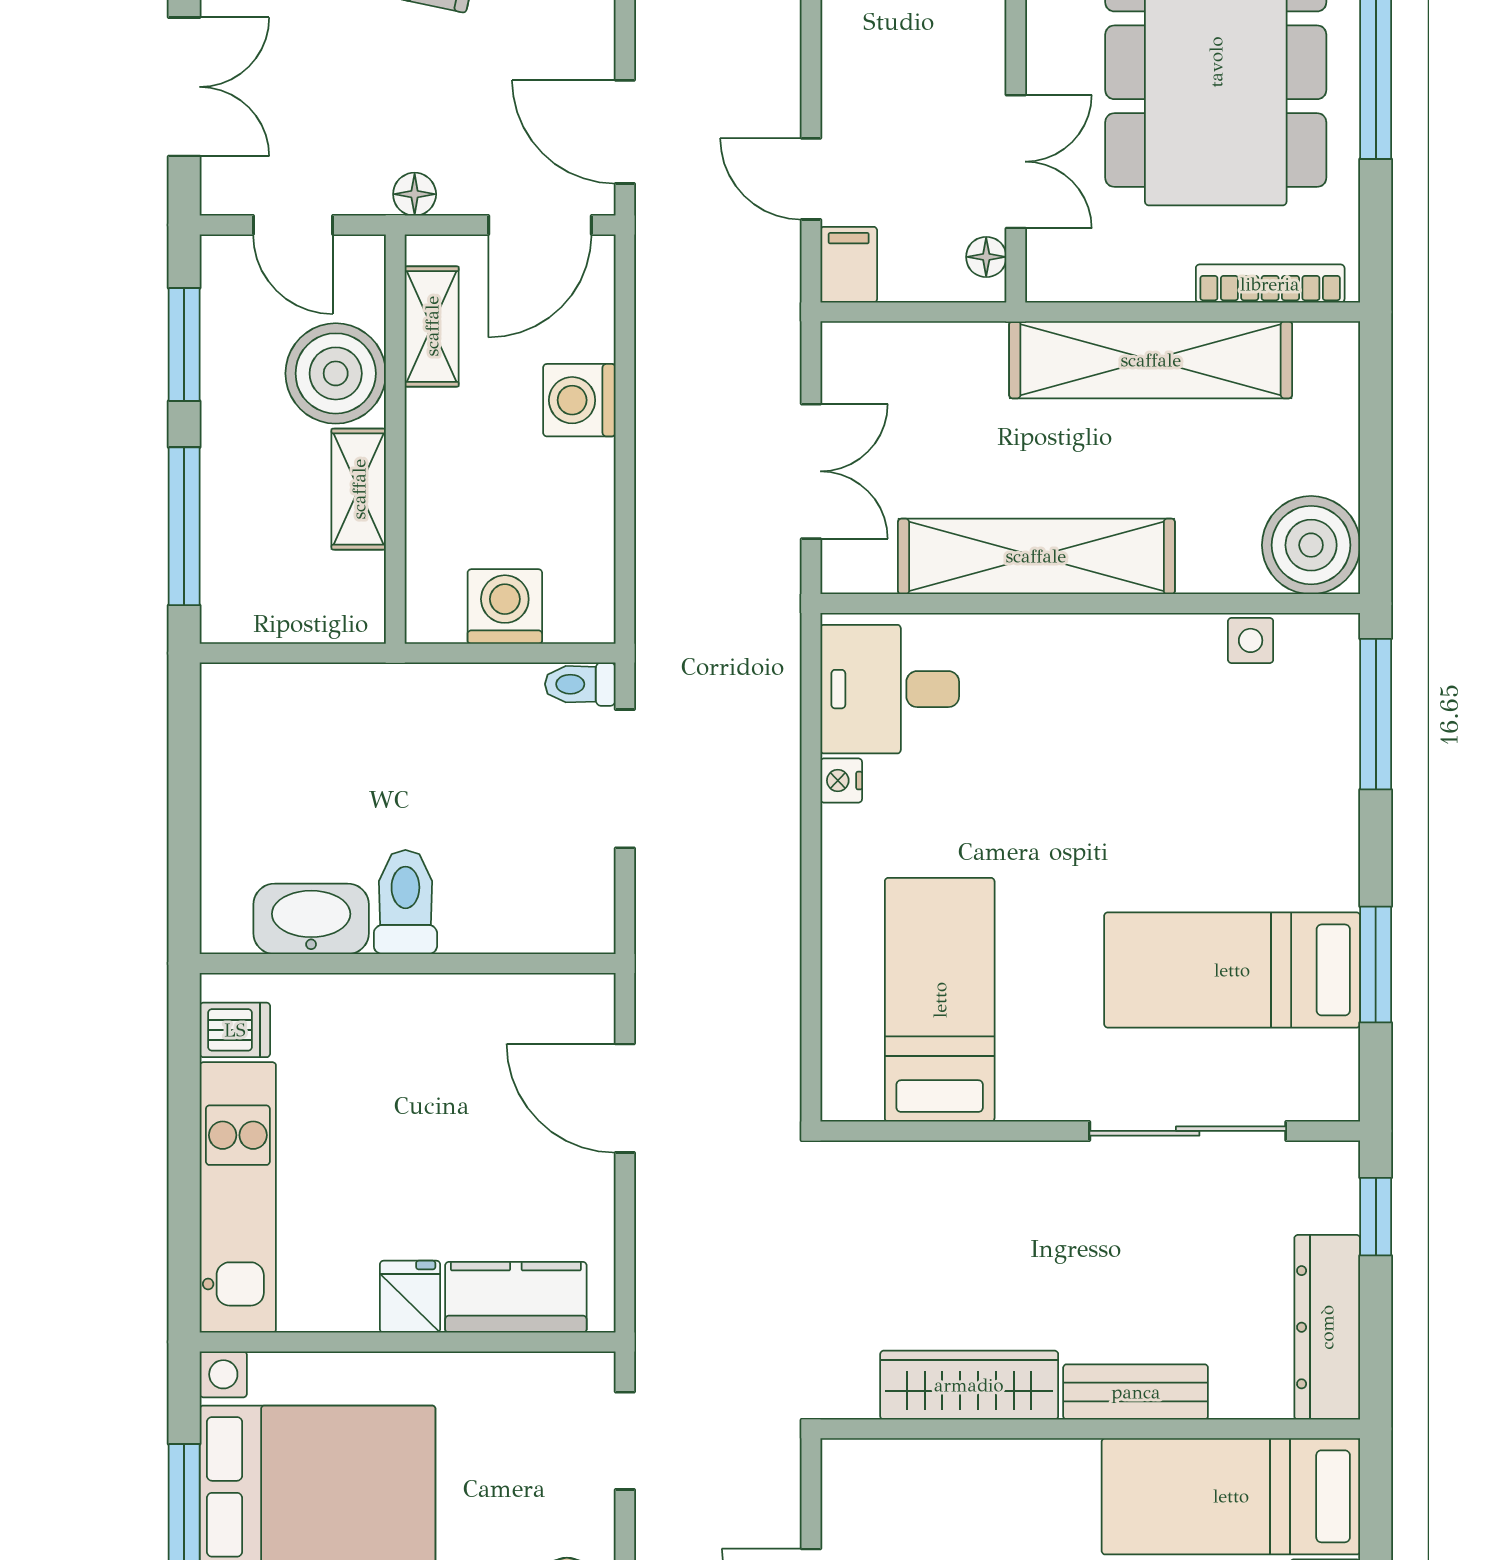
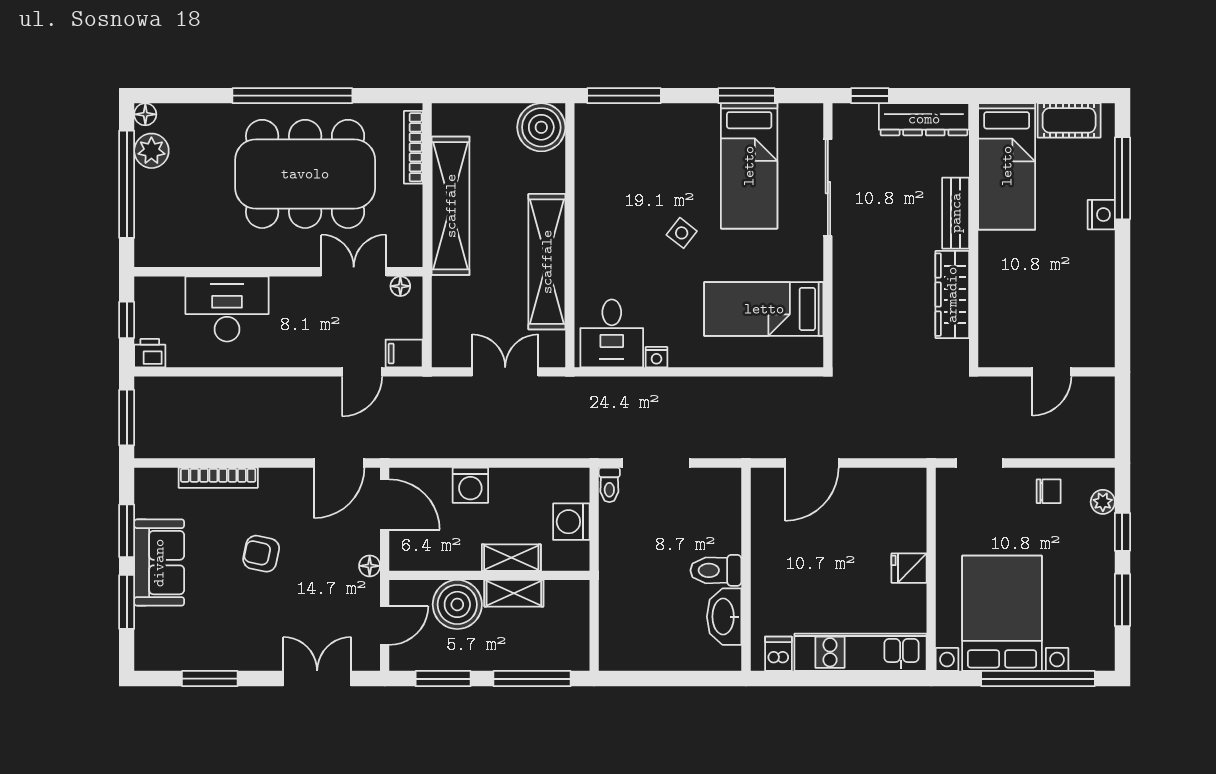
shelving: (432, 326) -> (511, 558), moved
side table: (1251, 640) -> (682, 233), moved, turned 38
kitchen counter: (516, 1297) -> (909, 516), removed

